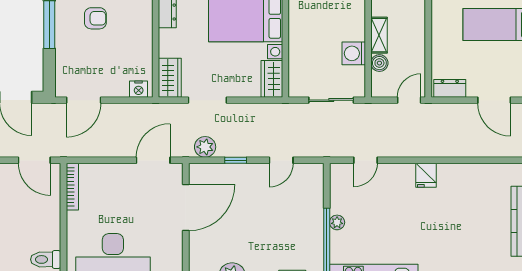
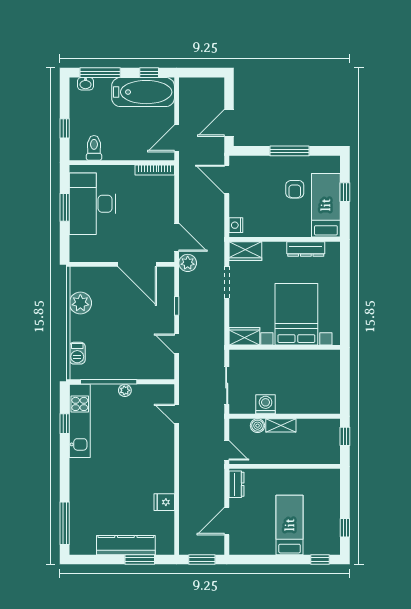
plant: (205, 147) -> (188, 263), moved
fridge: (426, 175) -> (164, 502), moved

